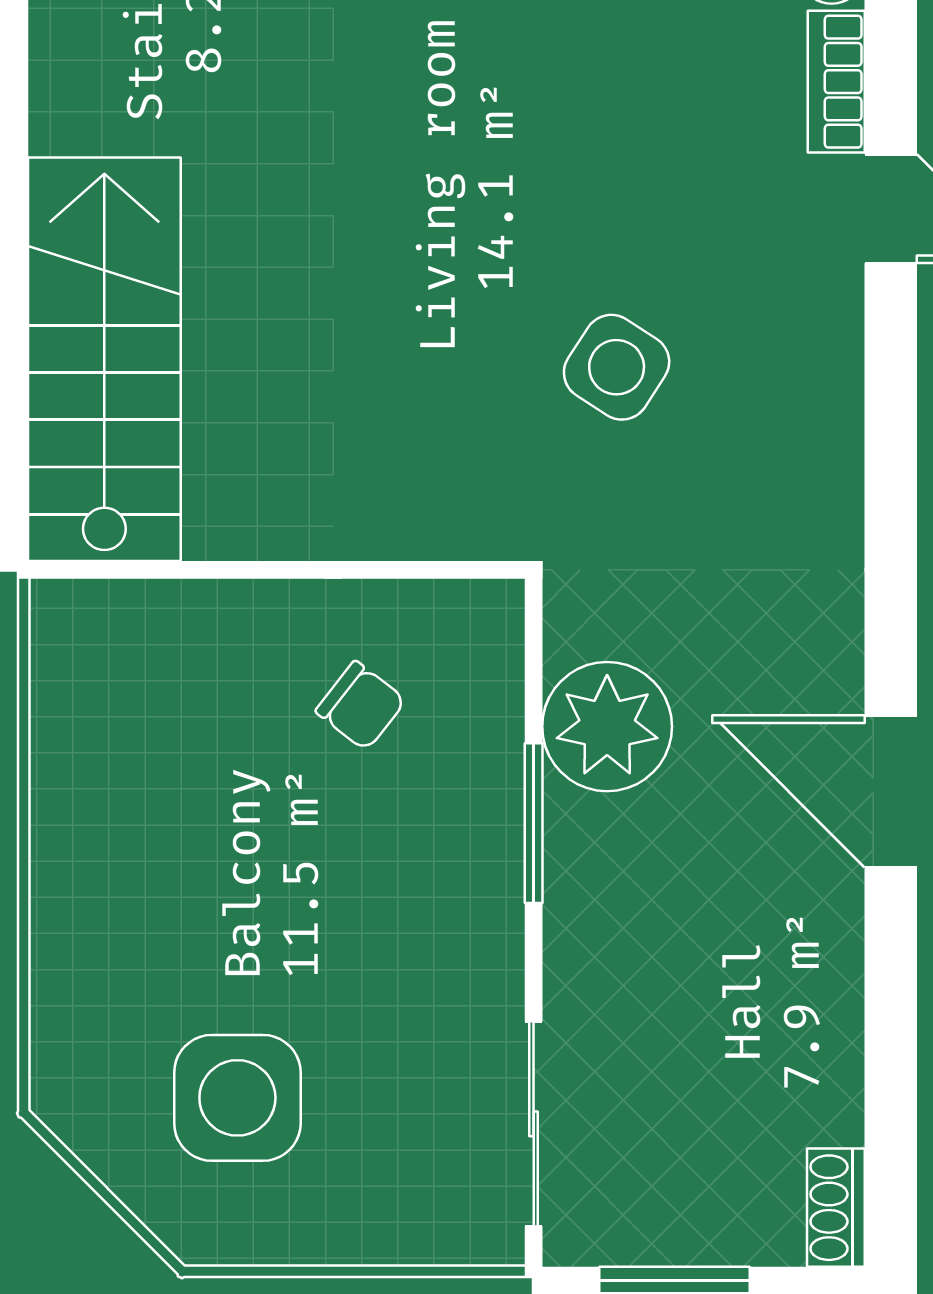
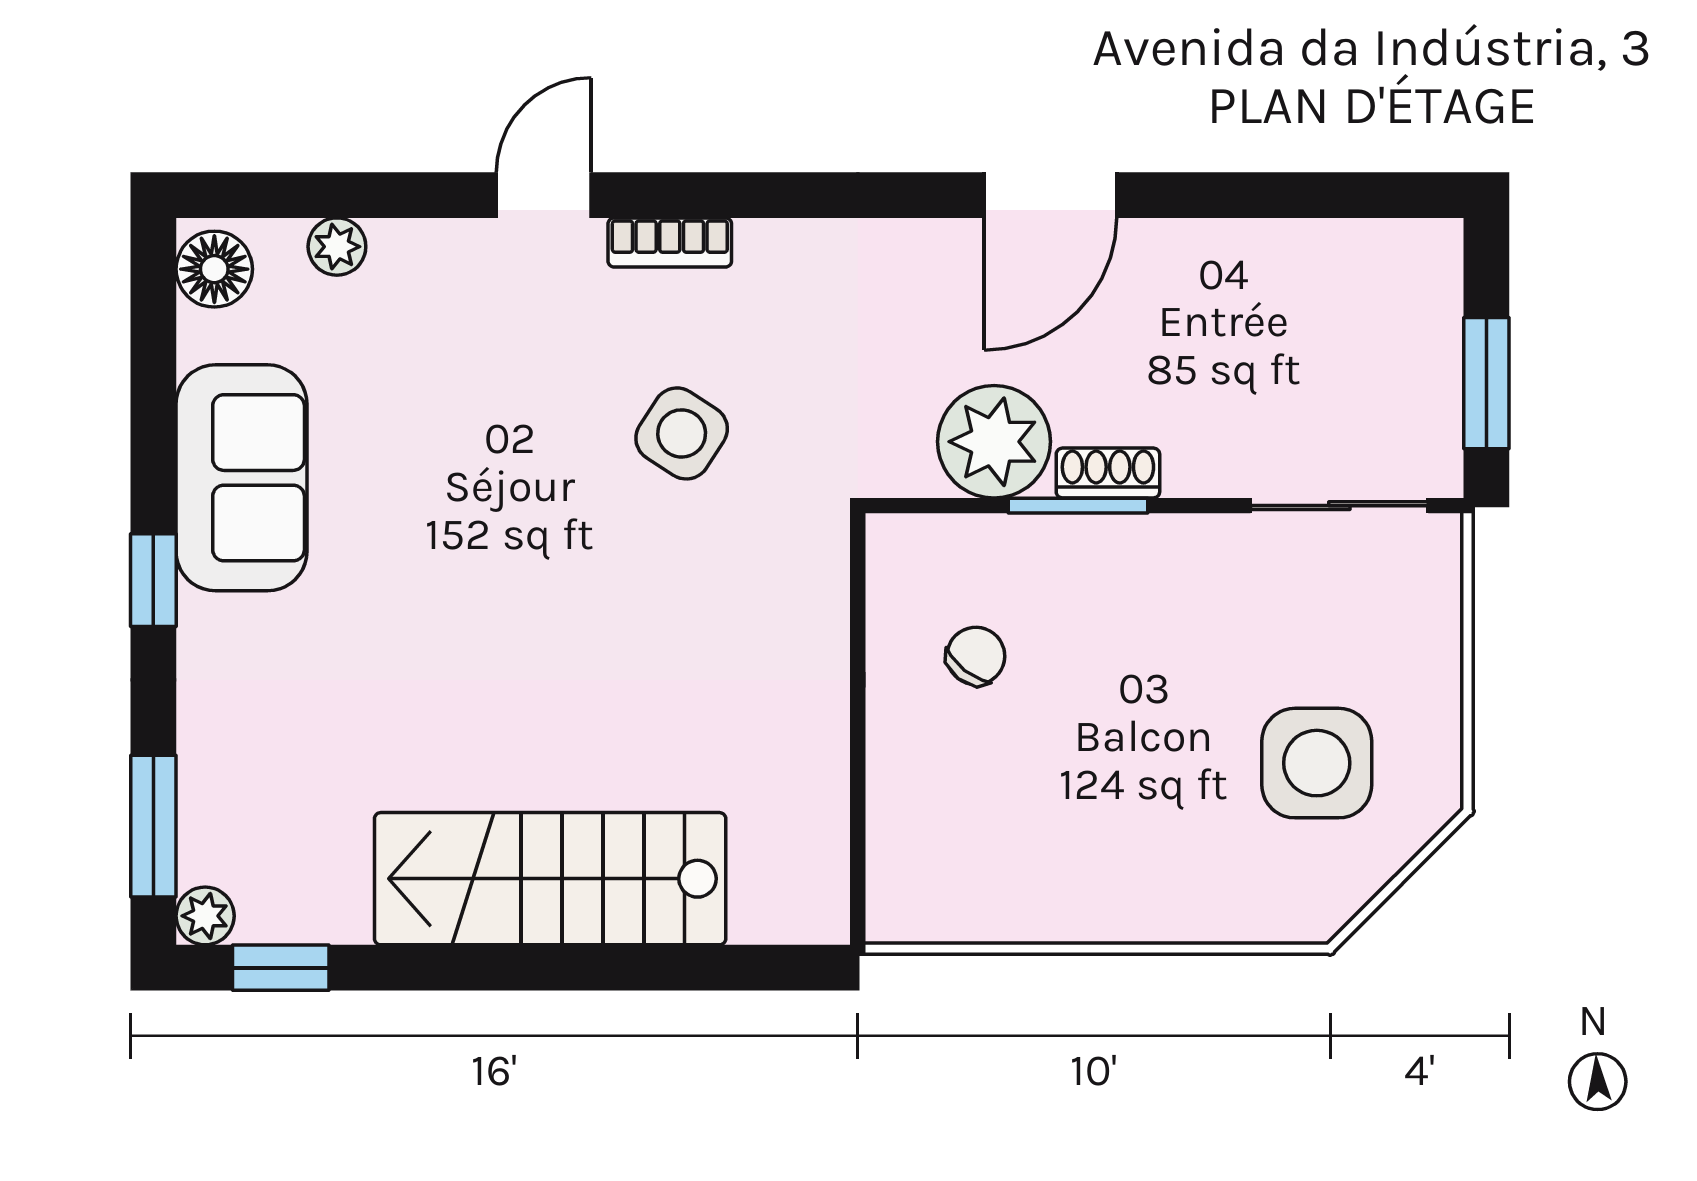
bookcase: (836, 82) -> (670, 242), moved
stairs: (104, 359) -> (550, 879), moved
shoe rack: (836, 1208) -> (1108, 473), moved, turned 180

